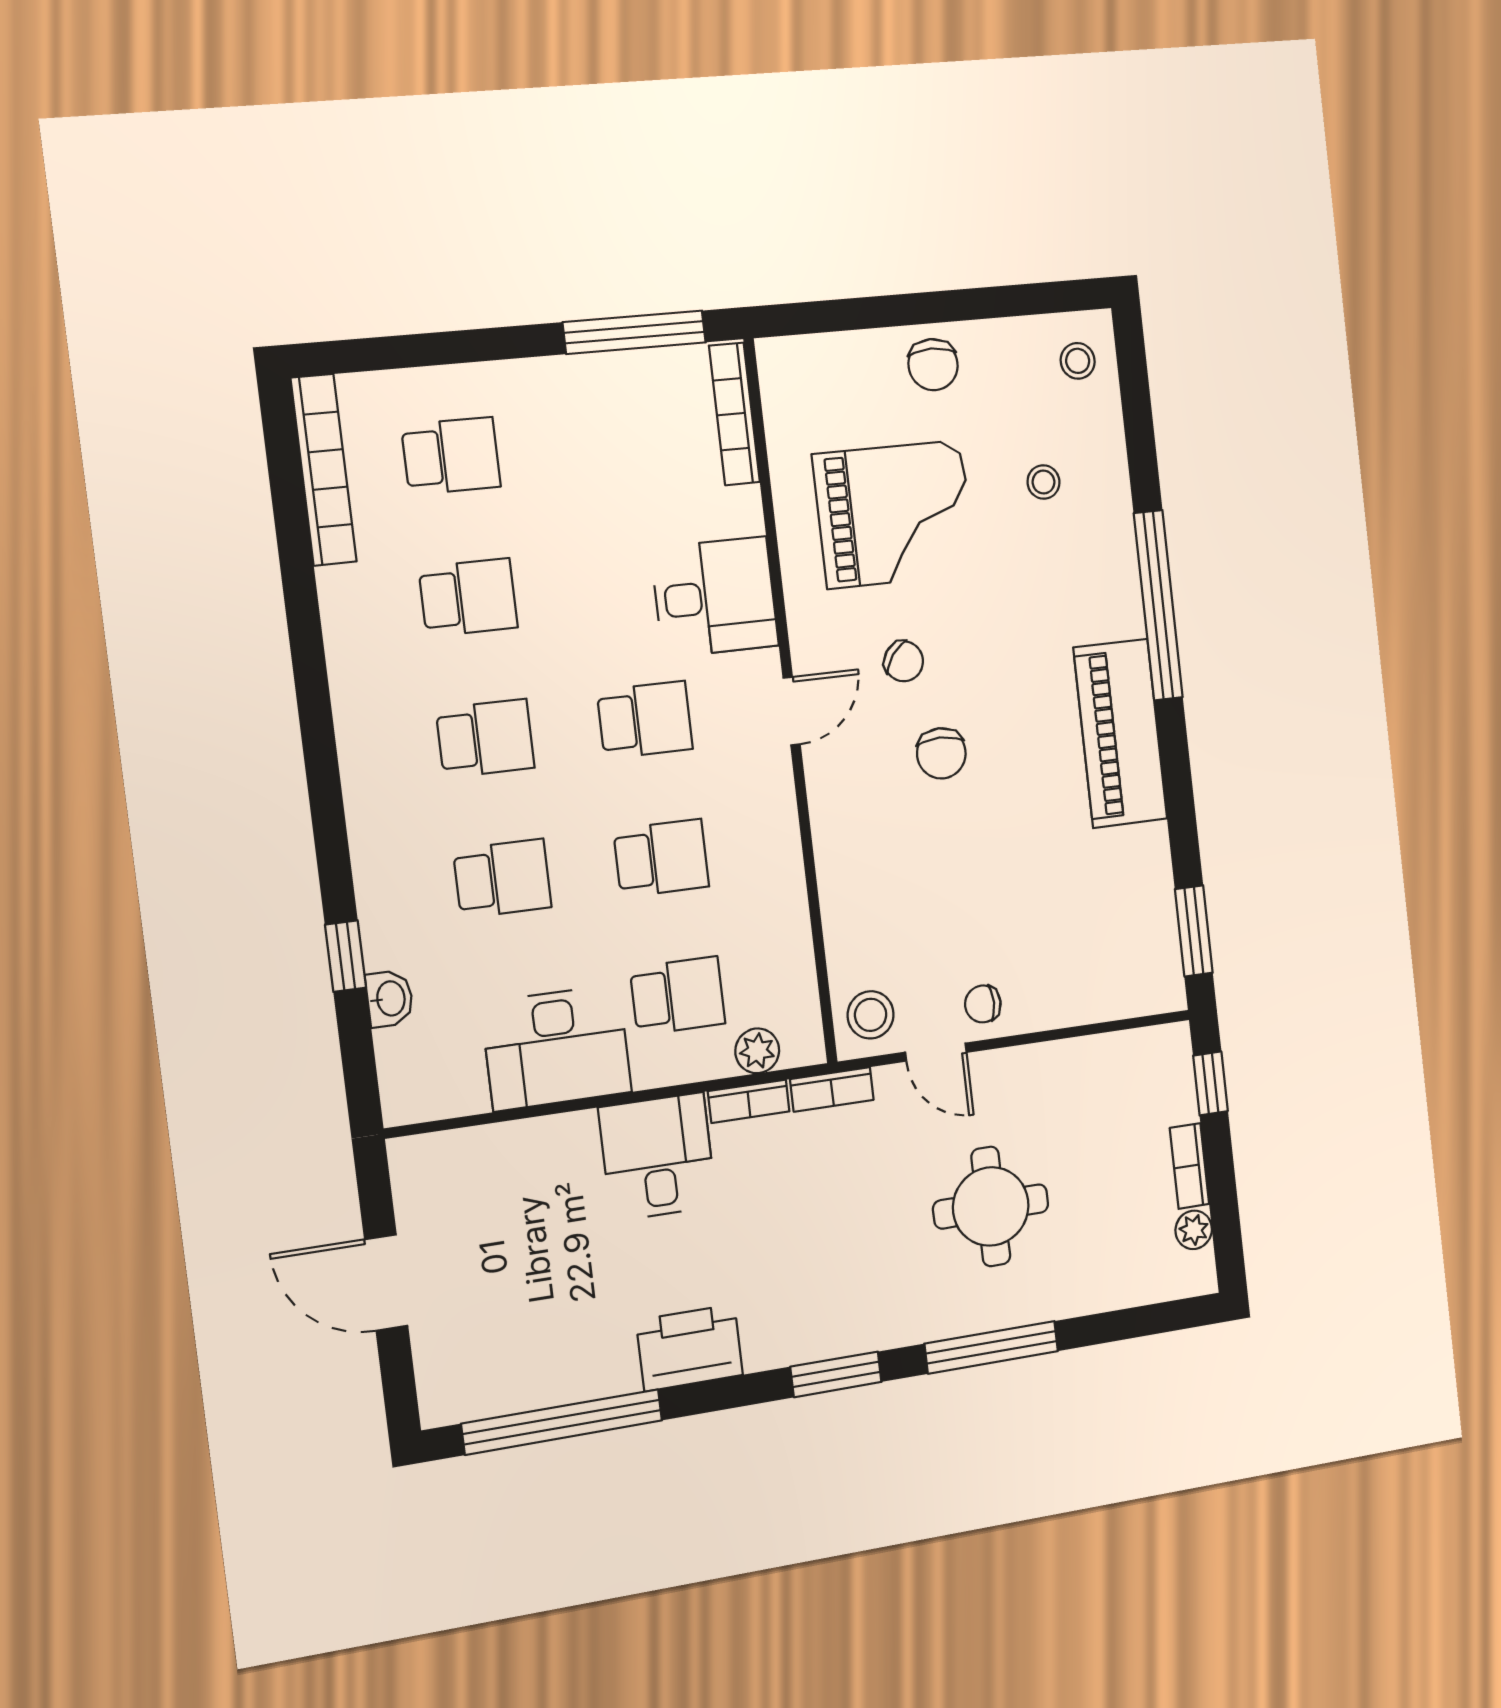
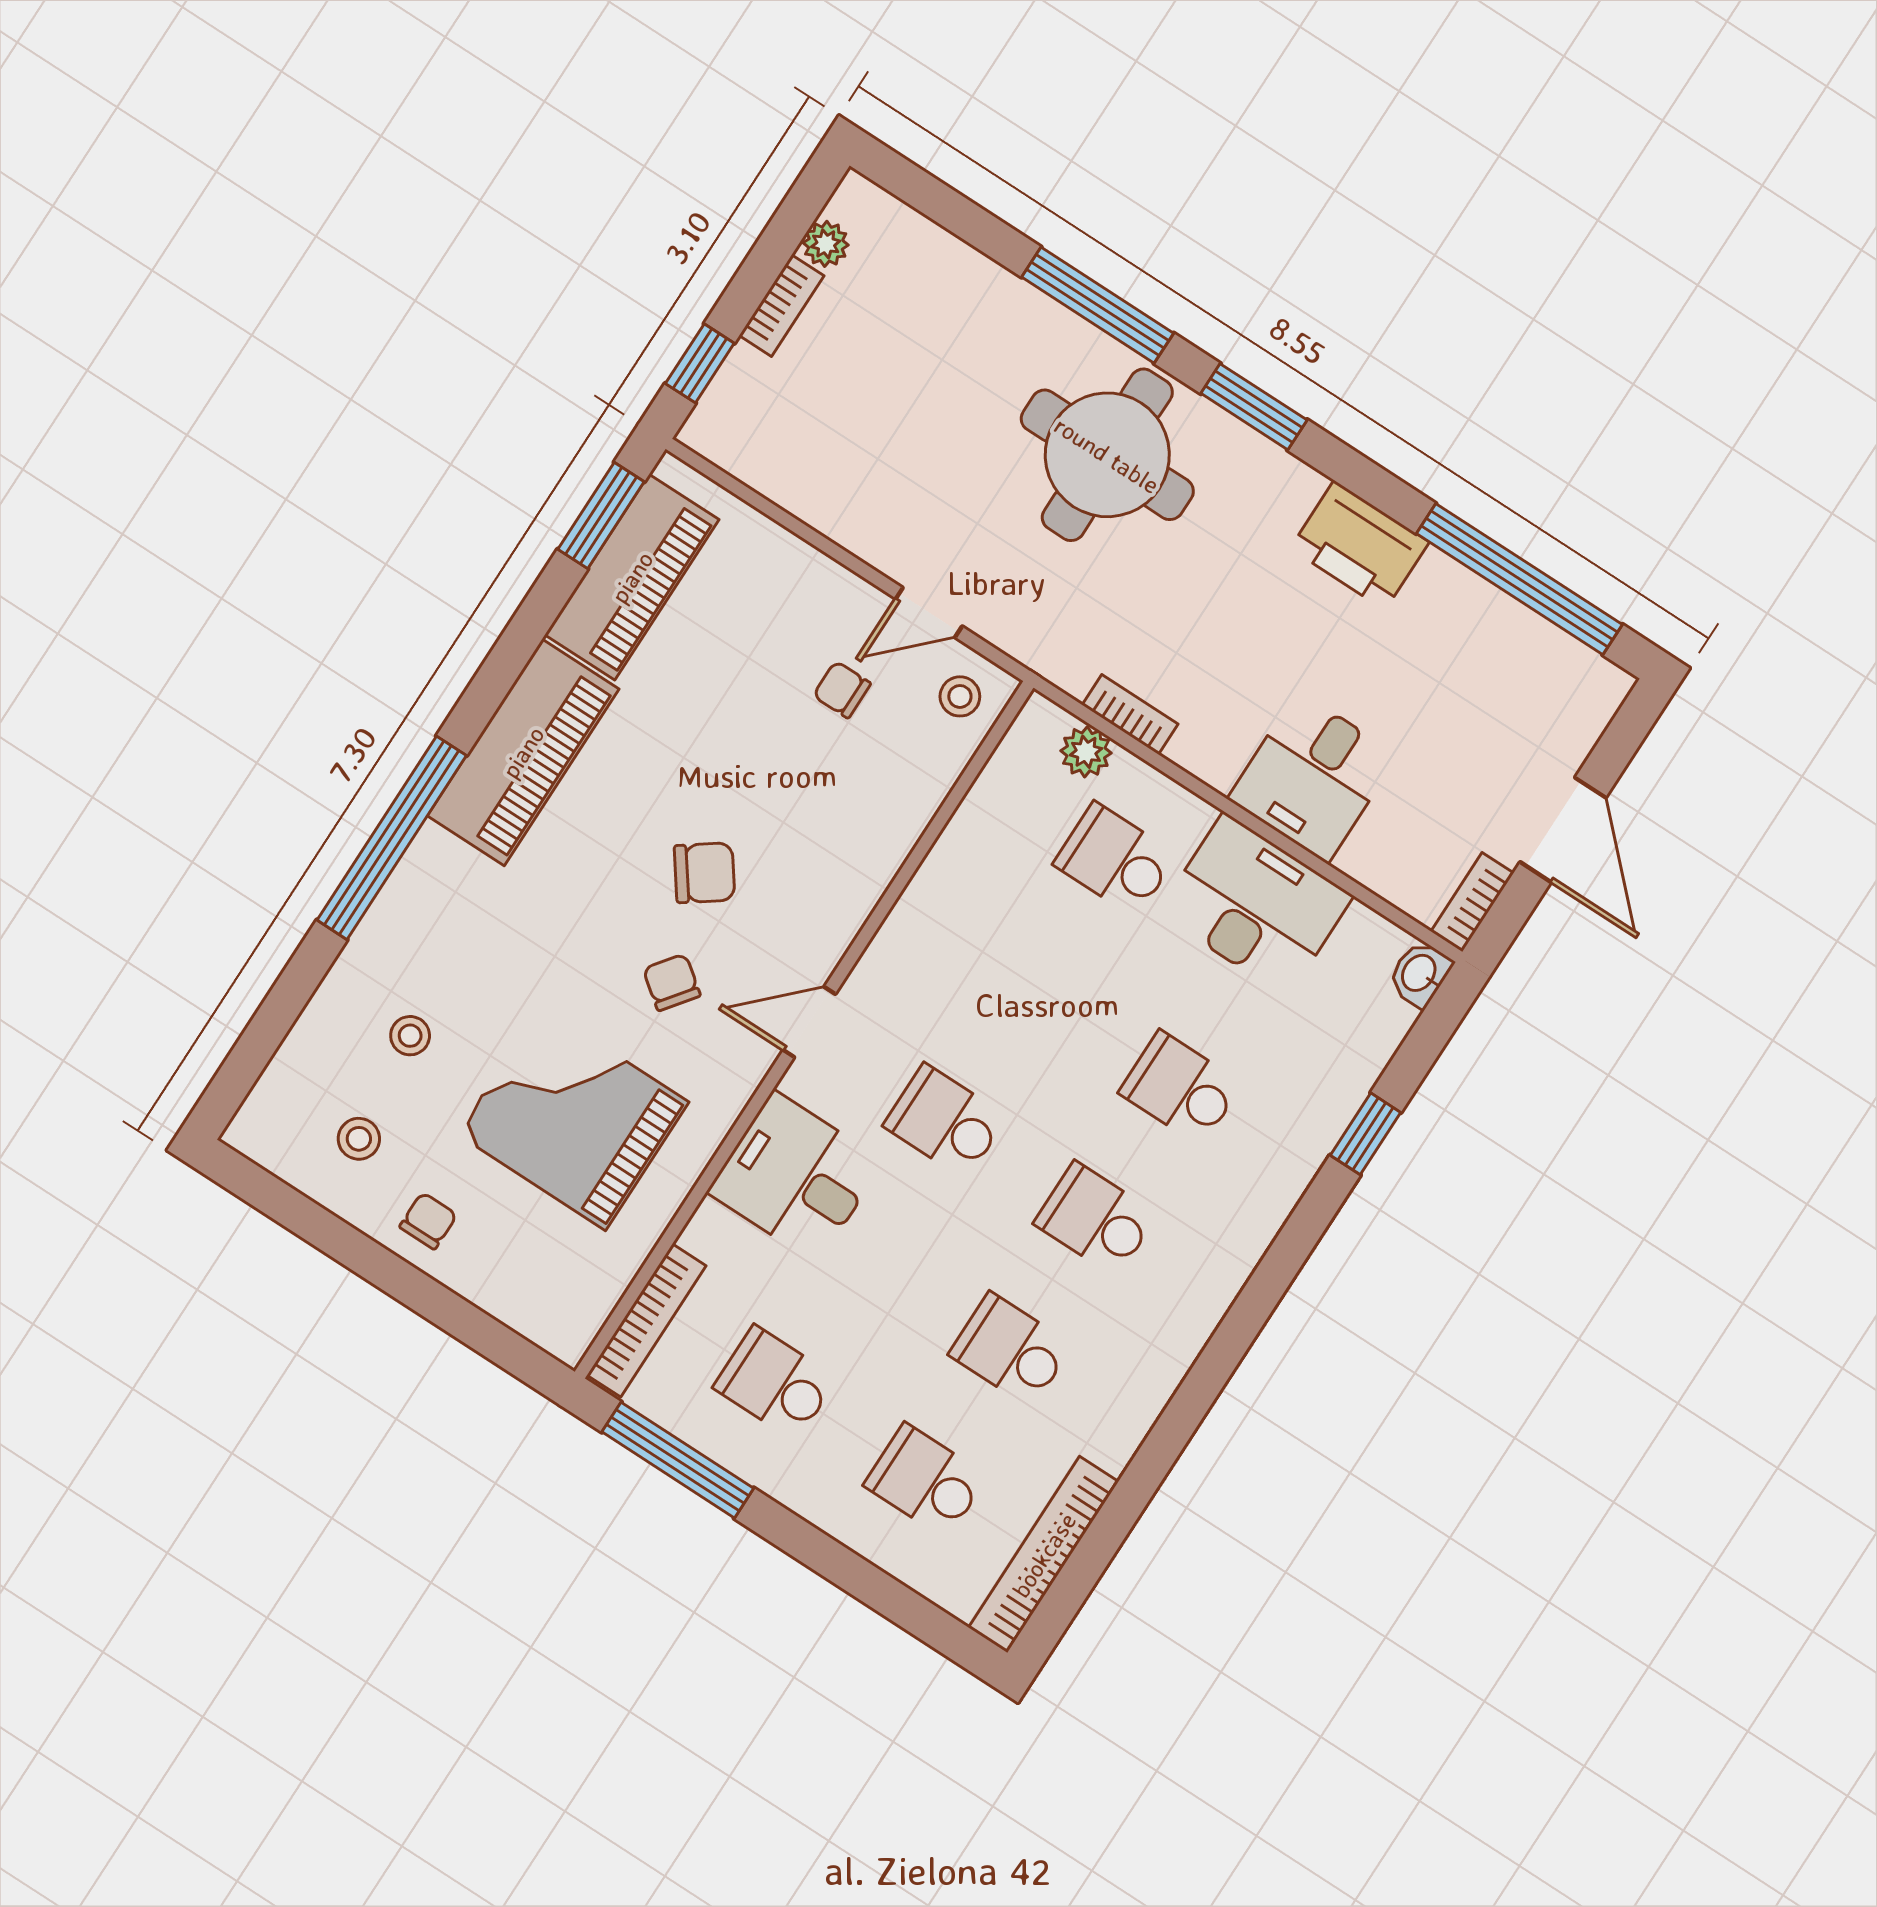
stool: (1078, 361) -> (359, 1139), moved
chair: (933, 365) -> (428, 1221), width x0.73, depth x0.73
chair: (941, 753) -> (704, 873), turned 54
school desk: (661, 858) -> (775, 1383), moved
piano: (1143, 908) -> (632, 577), added
washbasin: (390, 999) -> (1420, 974), moved
chair: (983, 1004) -> (842, 690), moved, turned 180
stool: (871, 1015) -> (960, 696), width x0.73, depth x0.73
door: (936, 1052) -> (929, 613), swing flipped
bookcase: (832, 1089) -> (1472, 902), moved, turned -90
desk: (658, 1157) -> (1313, 777), moved
round table: (991, 1206) -> (1107, 455), moved, width x1.36, depth x1.36

